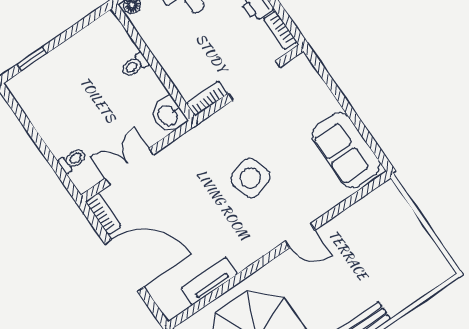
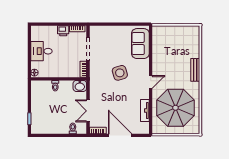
sofa: (346, 150) -> (140, 44), moved, turned 90
door: (300, 236) -> (151, 82), moved
door: (124, 265) -> (120, 135), hinge flipped

